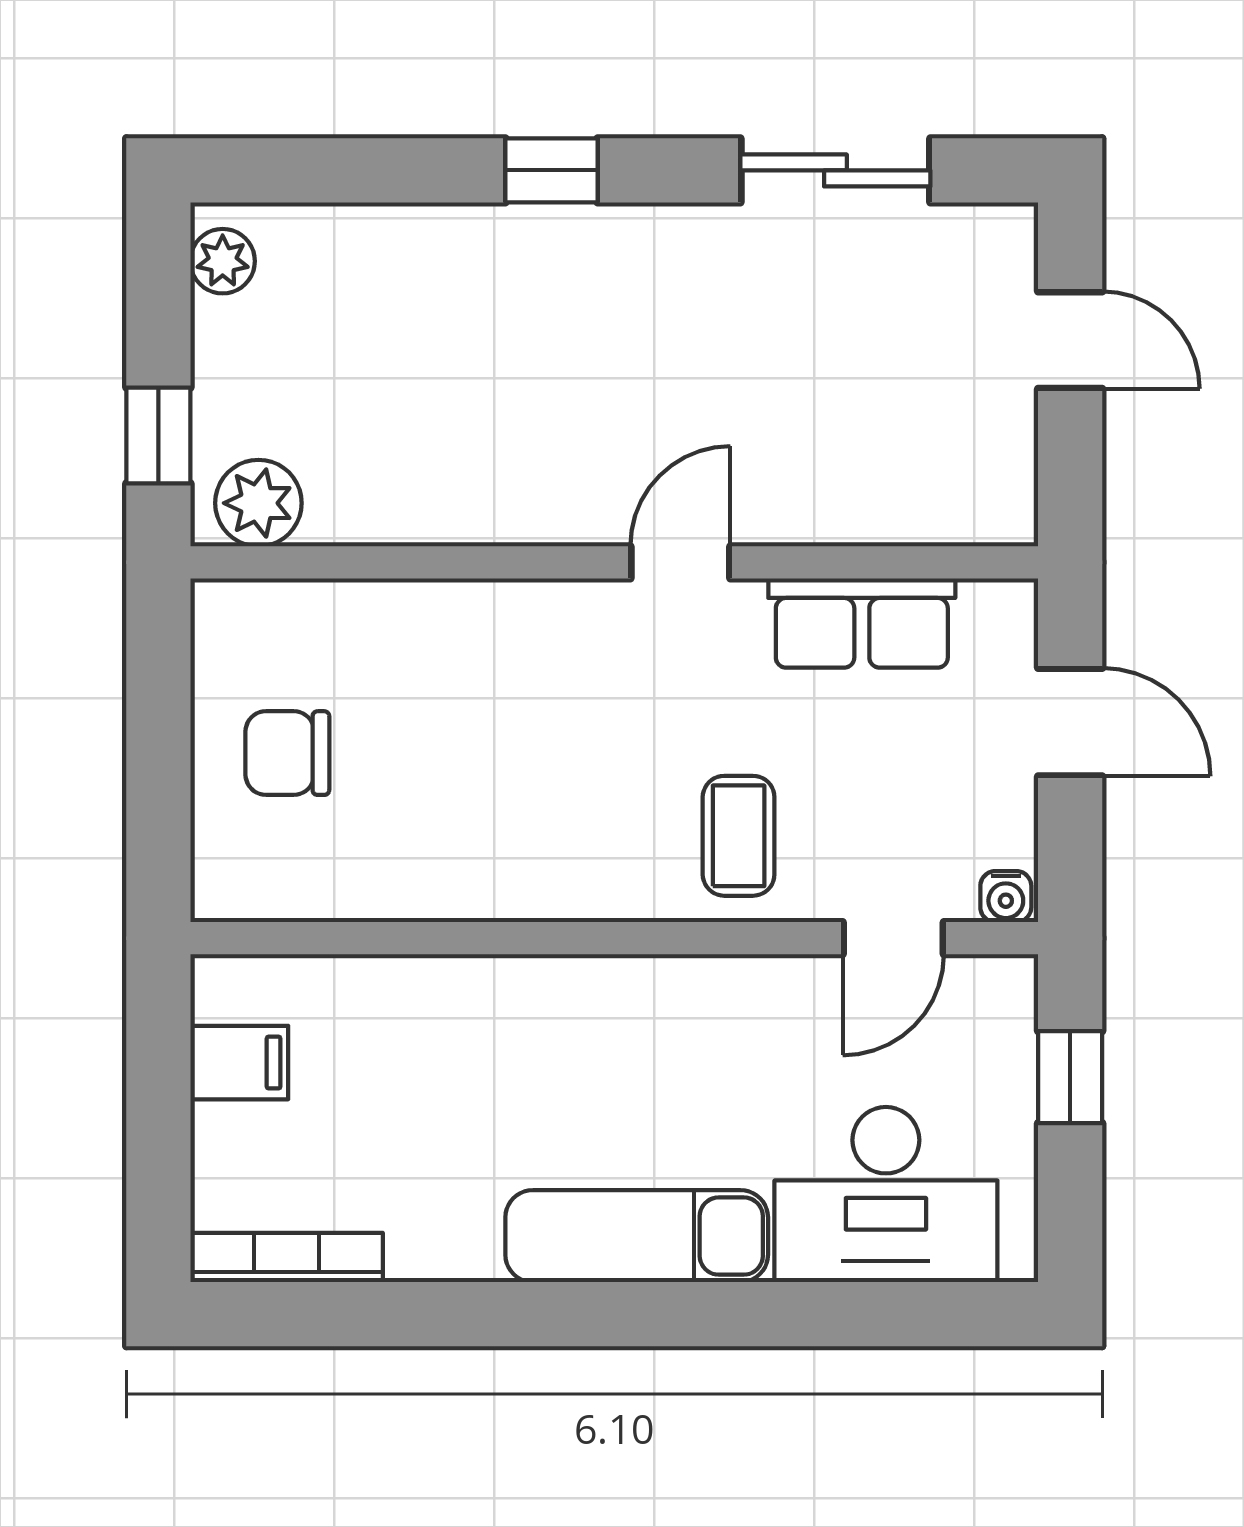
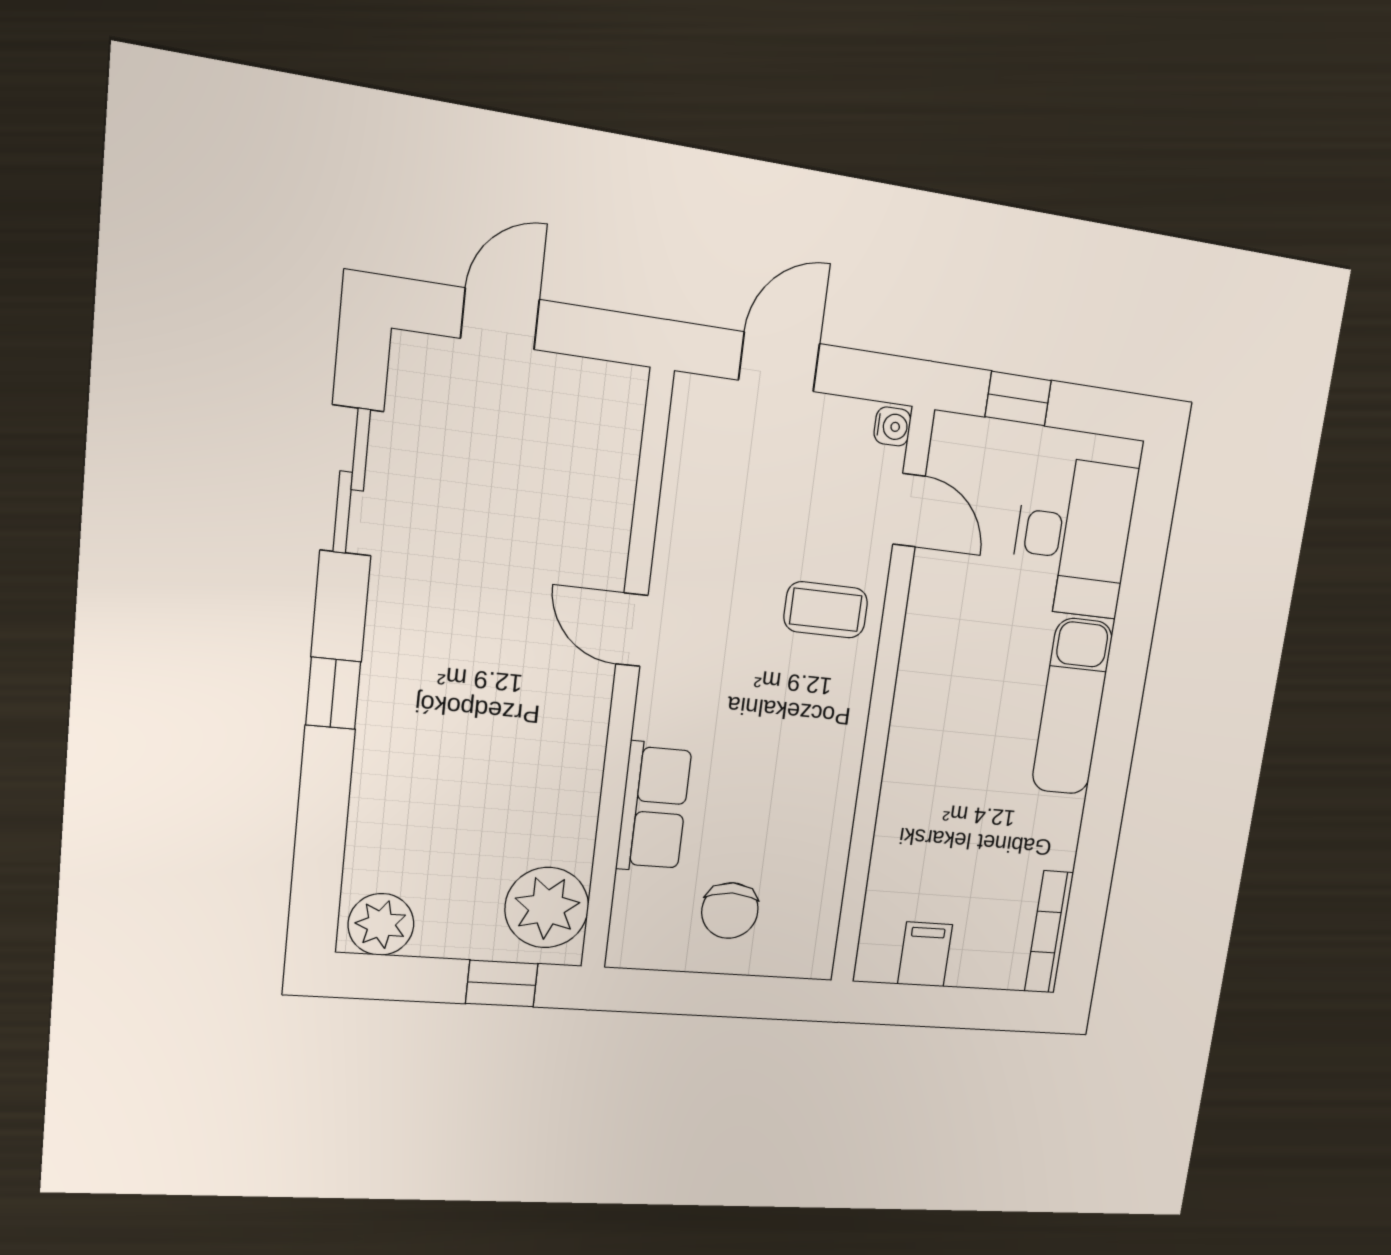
plant: (223, 261) -> (381, 924), width x1.38, depth x1.38
plant: (258, 503) -> (547, 908), width x1.36, depth x1.36
row of seats: (862, 623) -> (654, 807), moved

